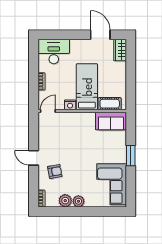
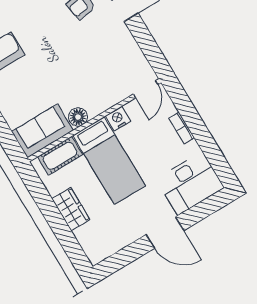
door: (100, 35) -> (165, 233), moved
wardrobe: (120, 50) -> (71, 209), moved
floor lamp: (89, 117) -> (78, 117), added

